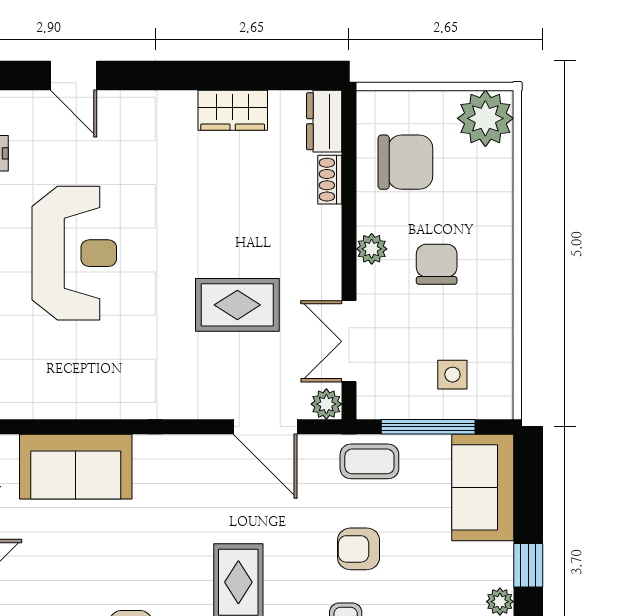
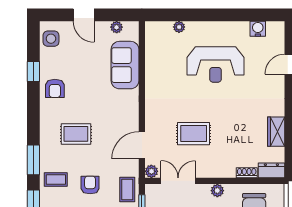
rug: (237, 305) -> (194, 134), turned 90

